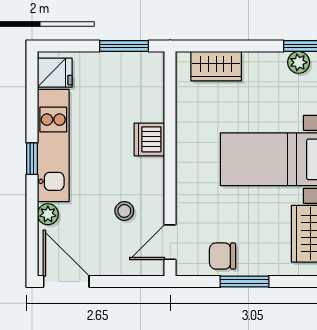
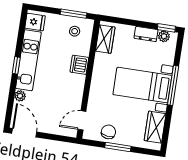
dresser: (265, 63) -> (146, 34), added
wardrobe: (216, 66) -> (105, 39), moved, turned -90
stool: (124, 211) -> (75, 31), moved
chair: (223, 256) -> (108, 132), turned 98

